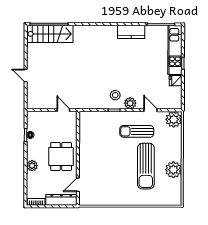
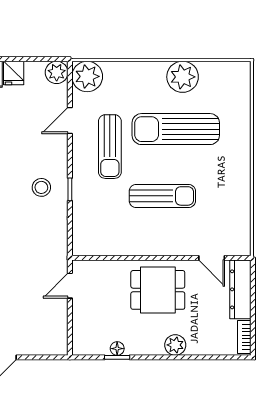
plant: (130, 103) -> (57, 72), moved
sun lounger: (111, 159) -> (162, 196), added
sun lounger: (146, 166) -> (176, 129), turned 180

